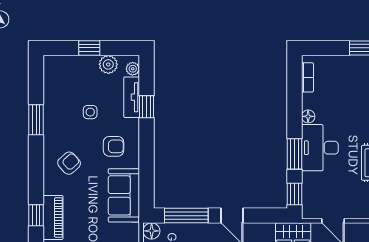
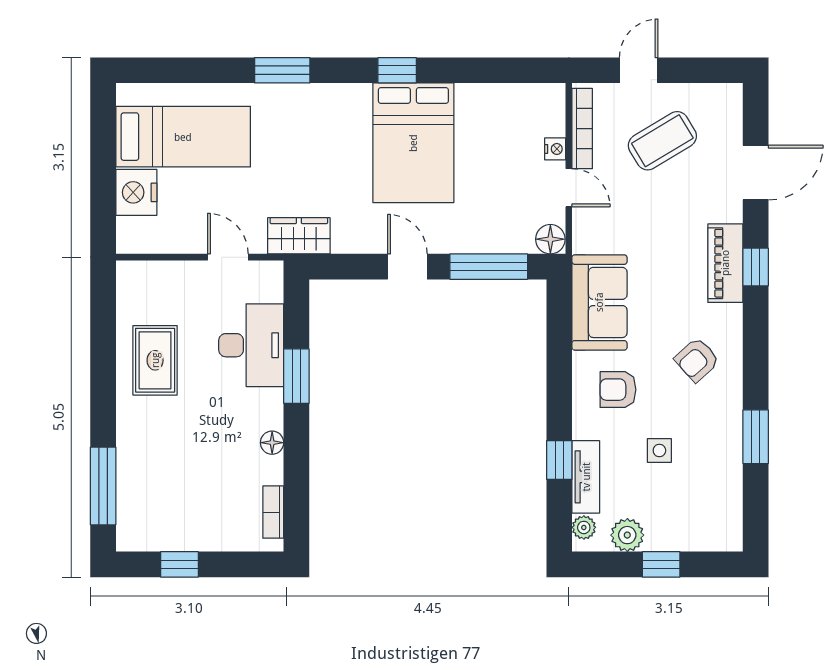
desk: (320, 148) -> (251, 345), moved
window: (294, 194) -> (296, 305), removed

